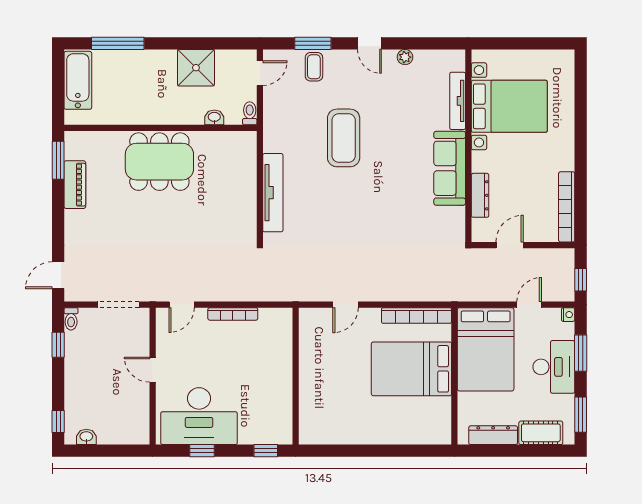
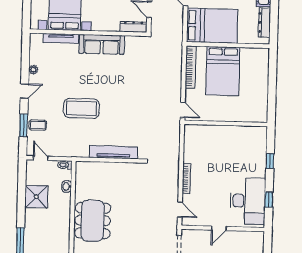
dresser: (480, 195) -> (134, 27), moved
wall: (296, 376) -> (226, 123), moved

